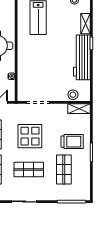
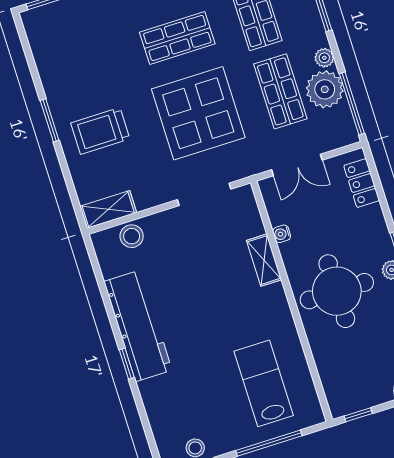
shelving: (86, 24) -> (264, 260), moved
display table: (30, 136) -> (198, 113), width x1.36, depth x1.36
shop shelf: (64, 169) -> (99, 63), removed

